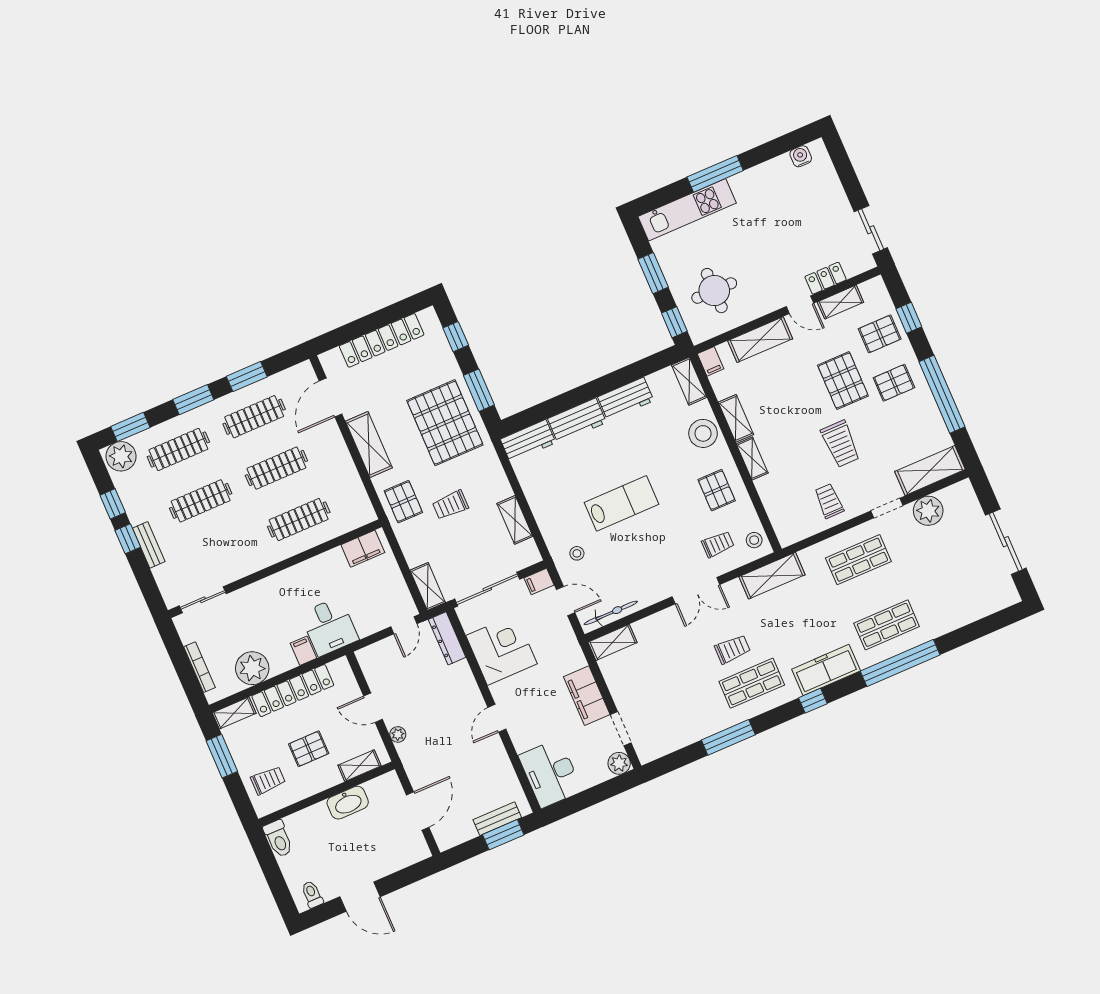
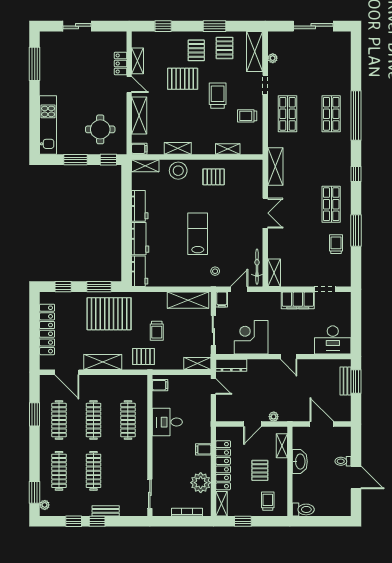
water cooler: (801, 156) -> (46, 48), removed
window: (715, 174) -> (35, 64), moved
sliding door: (871, 230) -> (77, 26), moved
door: (800, 305) -> (129, 84), hinge flipped
pallet: (880, 334) -> (225, 48), moved
window: (942, 394) -> (214, 26), width x0.47
window: (193, 400) -> (35, 450), removed
trolley: (840, 444) -> (218, 96), turned -90
plant: (121, 456) -> (45, 505), width x0.53, depth x0.53
shelving: (752, 458) -> (228, 149), moved
plant: (928, 511) -> (273, 58), width x0.53, depth x0.53
shelving: (515, 520) -> (188, 300), width x1.50, depth x1.33
stool: (754, 540) -> (251, 168), removed
trolley: (718, 544) -> (244, 189), removed
filing cabinet: (363, 549) -> (160, 385), width x0.50
sliding door: (487, 589) -> (213, 331), width x0.73
desk: (329, 627) -> (167, 422), moved, turned 180
trolley: (732, 649) -> (336, 244), moved
freezer: (826, 670) -> (342, 159), removed
window: (222, 756) -> (243, 521), width x0.67
plant: (619, 763) -> (344, 299), removed
toilet: (312, 894) -> (343, 461), moved
door: (360, 897) -> (356, 478), hinge flipped

